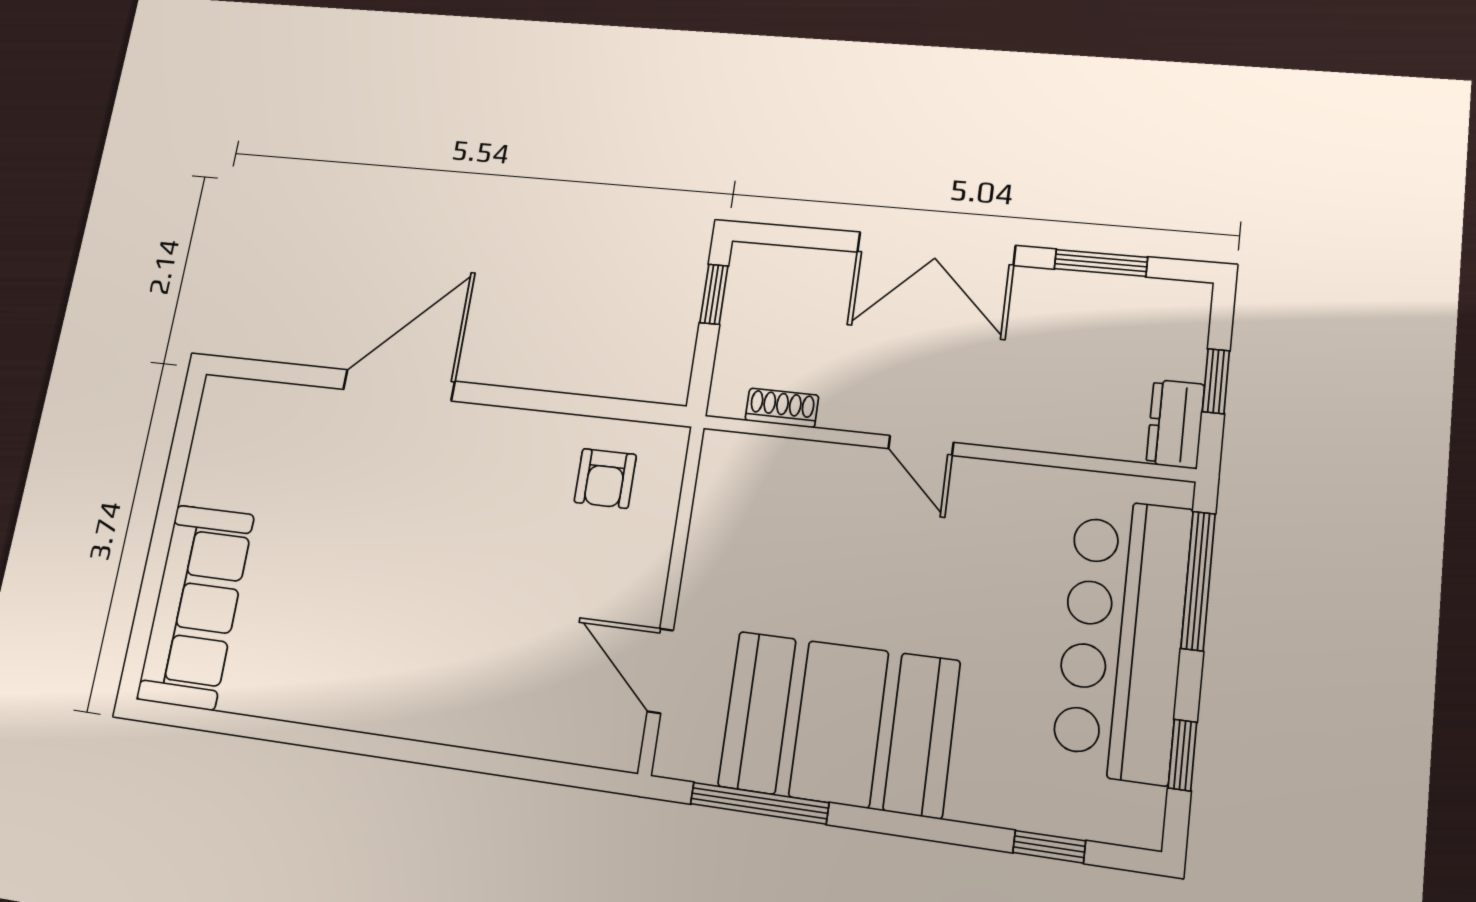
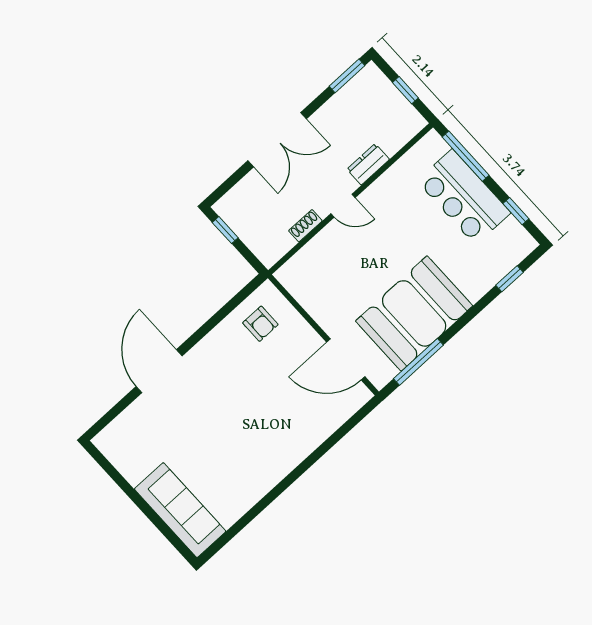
window: (1101, 263) -> (347, 76), moved
shoe rack: (782, 408) -> (305, 226), moved
dresser: (1175, 424) -> (368, 164), moved, turned 90
bar counter: (1122, 638) -> (464, 197), width x0.73
door: (660, 671) -> (346, 359), width x1.36

